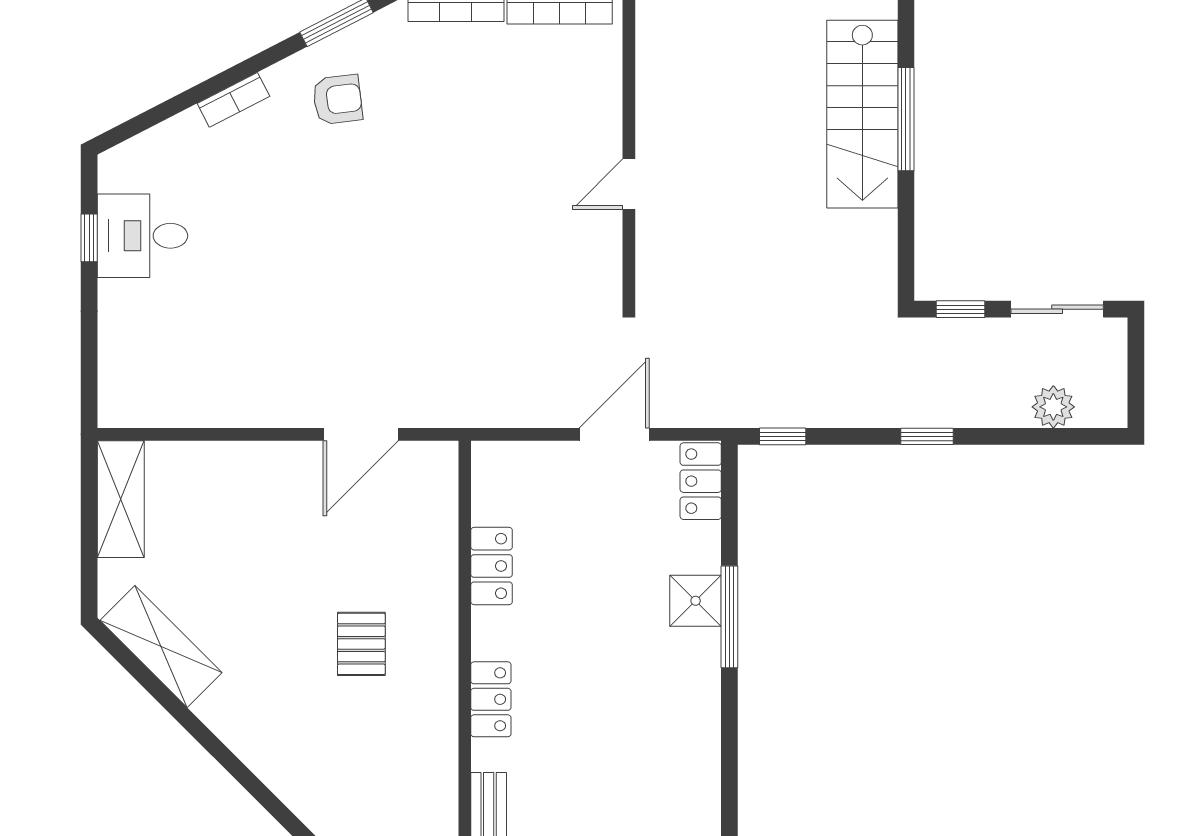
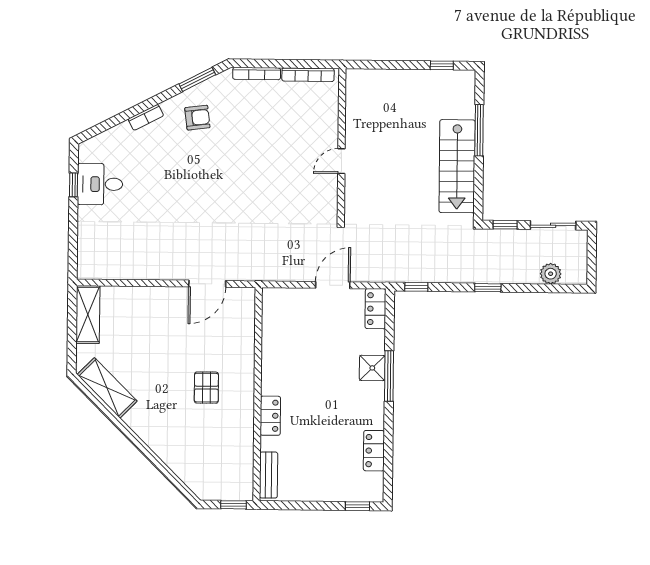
stairs: (862, 114) -> (457, 166), moved
locker: (492, 566) -> (374, 451), moved, turned 180

